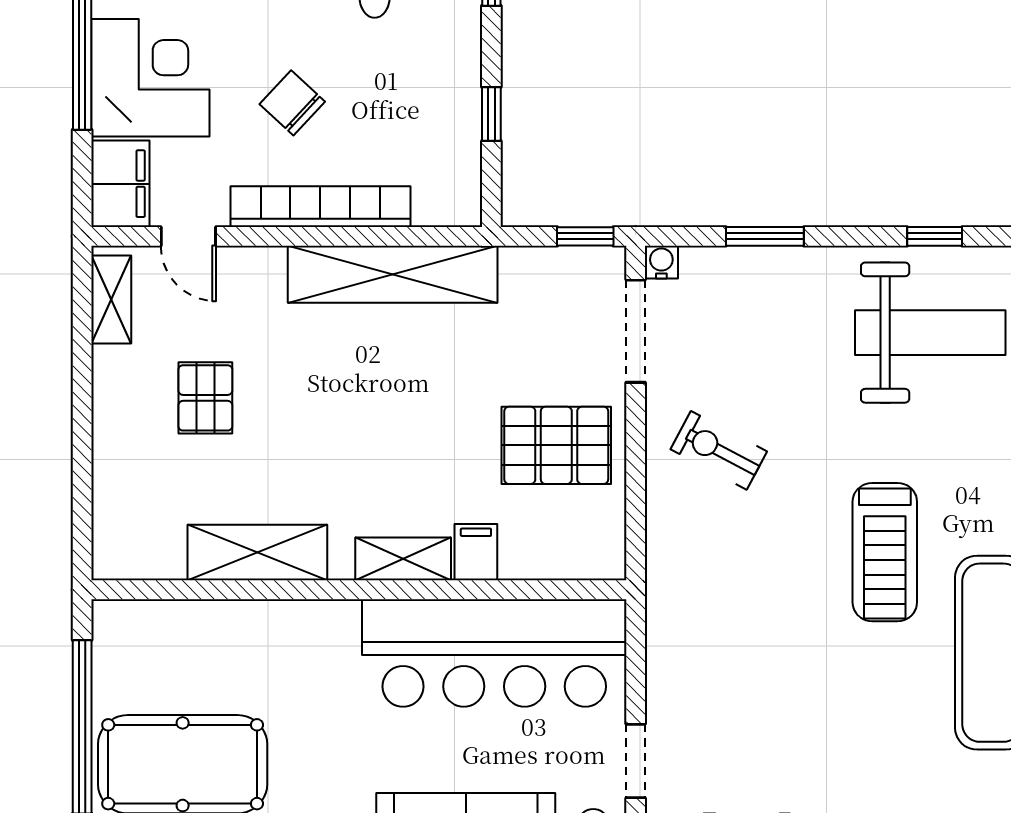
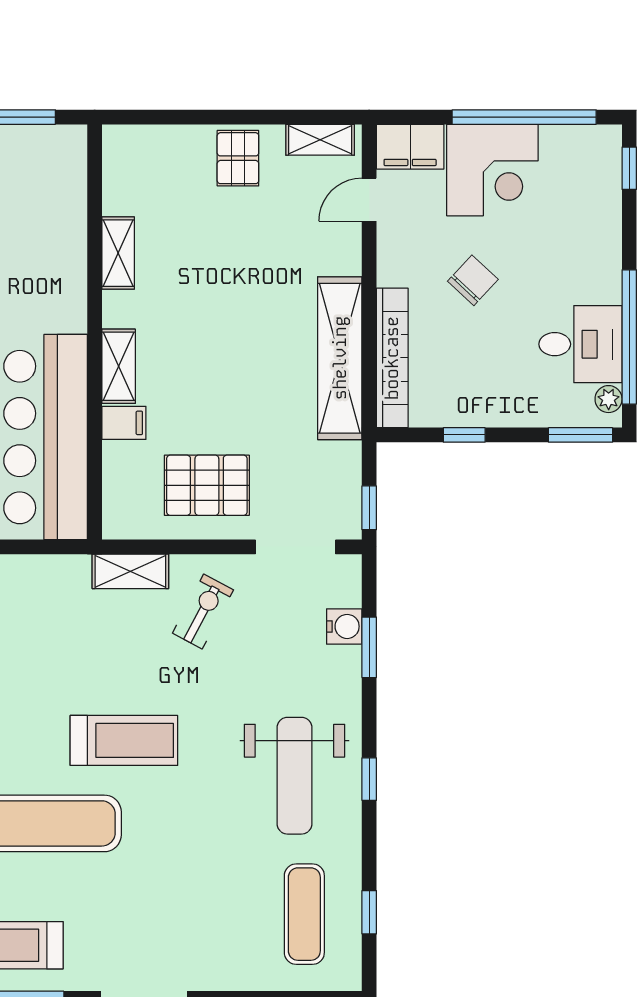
bookcase: (320, 207) -> (392, 358), moved
water cooler: (661, 262) -> (344, 626), moved, width x1.38, depth x1.38
pallet: (205, 398) -> (238, 158), moved, turned 90
pallet: (556, 445) -> (207, 485), turned 90
shelving: (667, 544) -> (130, 571), added
treadmill: (885, 552) -> (124, 740), turned 180
shelving: (257, 553) -> (118, 253), width x0.67, depth x0.75

